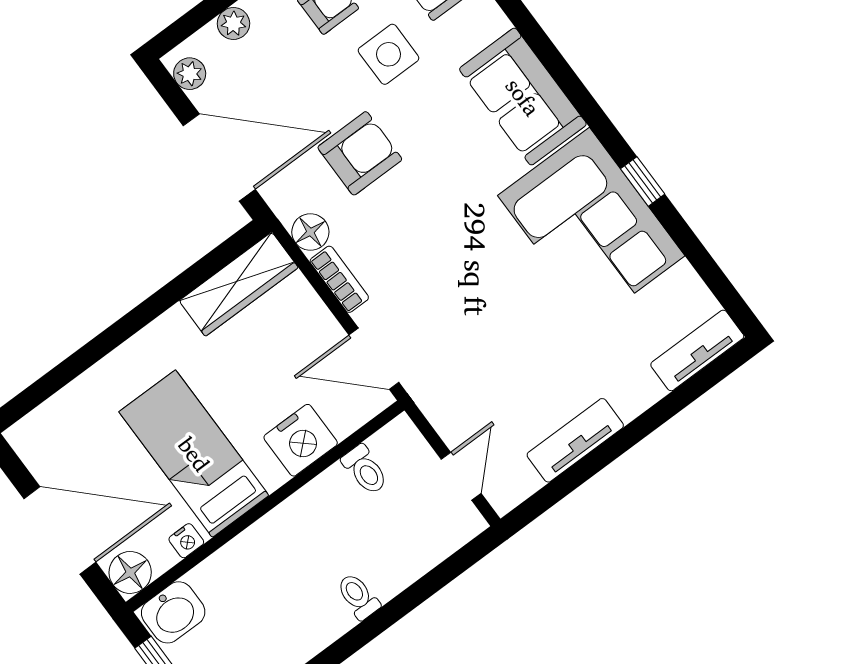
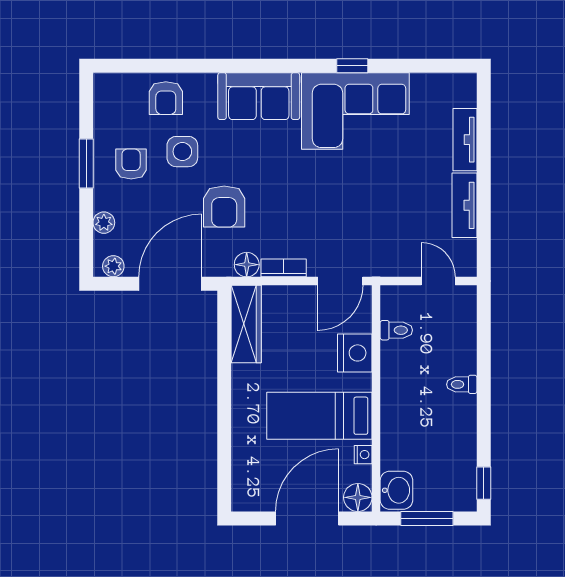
armchair: (360, 153) -> (224, 207), turned 180
tv unit: (697, 350) -> (465, 140), moved

